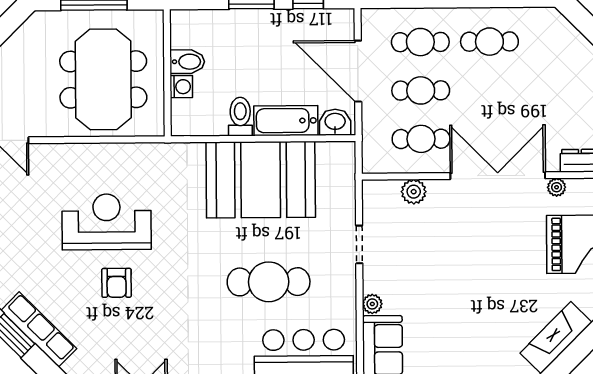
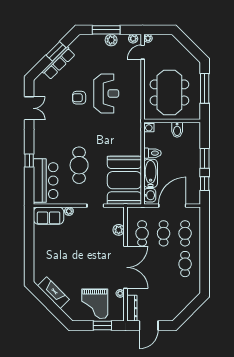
meeting table: (103, 79) -> (169, 92), turned 90
washing machine: (181, 87) -> (149, 127), moved
booth: (261, 180) -> (124, 180), moved

